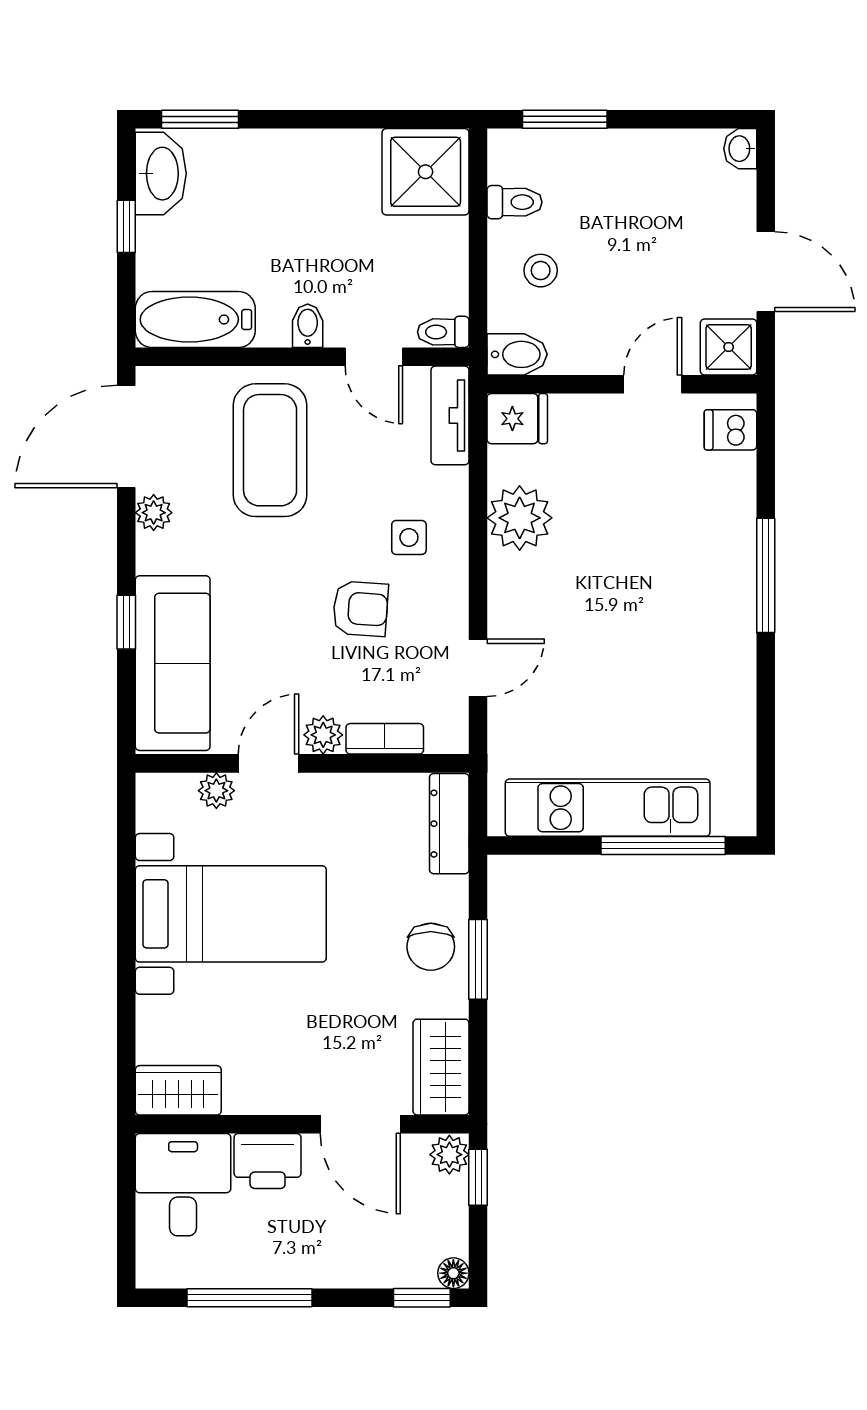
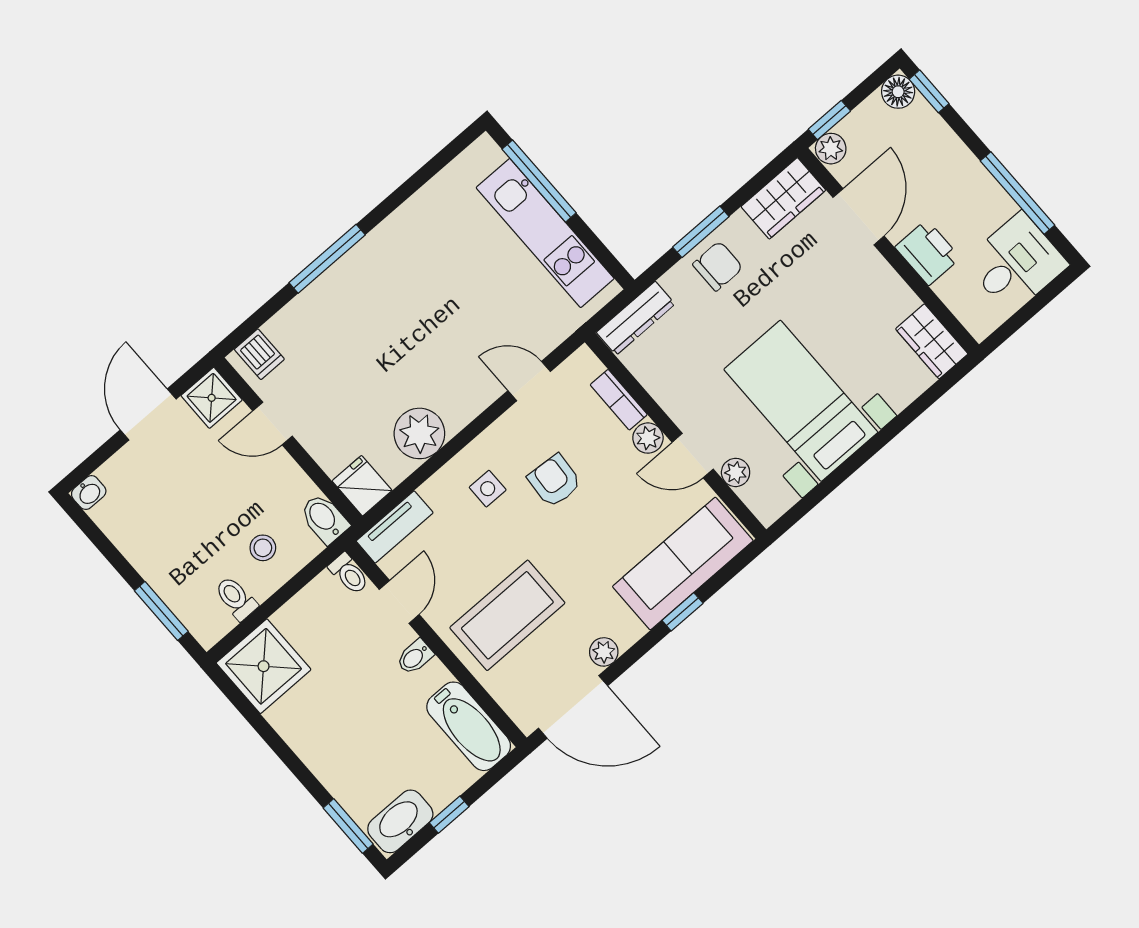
desk: (183, 1185) -> (1016, 263), moved, turned 180
floor lamp: (453, 1273) -> (898, 92), width x1.37, depth x1.37

